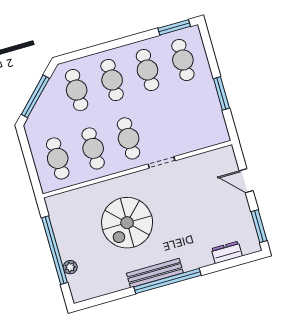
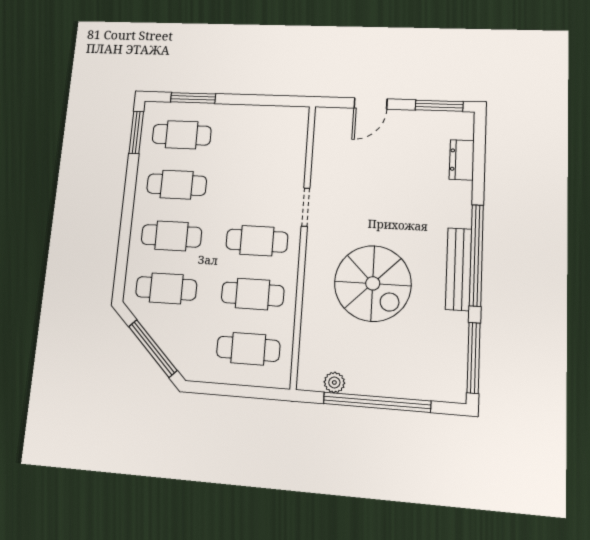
window: (221, 93) -> (193, 98), moved
plant: (70, 267) -> (334, 382), moved
window: (103, 299) -> (474, 358), added

